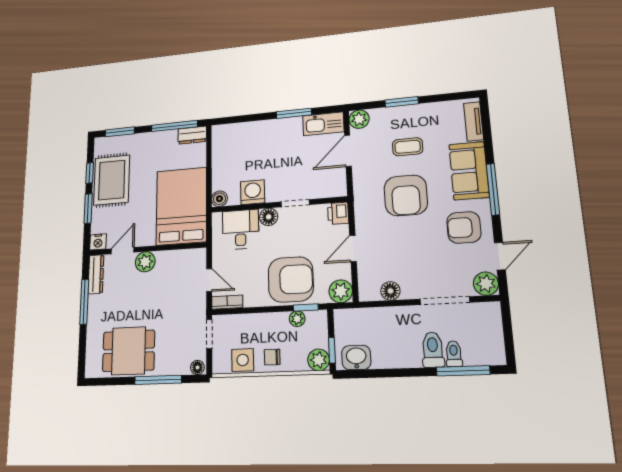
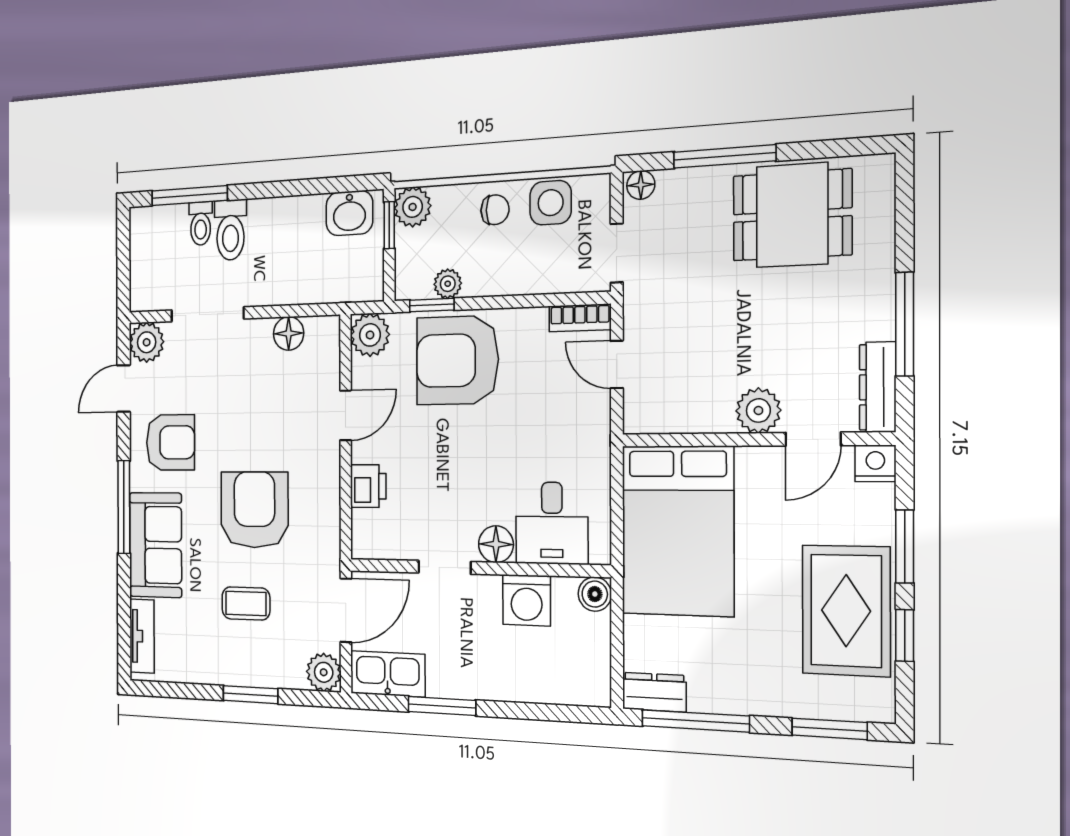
washing machine: (253, 192) -> (527, 600), moved
boiler: (219, 199) -> (595, 594), moved
doorway: (295, 203) -> (445, 567), moved
wall: (278, 205) -> (477, 568), moved
floor lamp: (269, 217) -> (496, 544), moved
desk: (241, 229) -> (552, 523), moved

